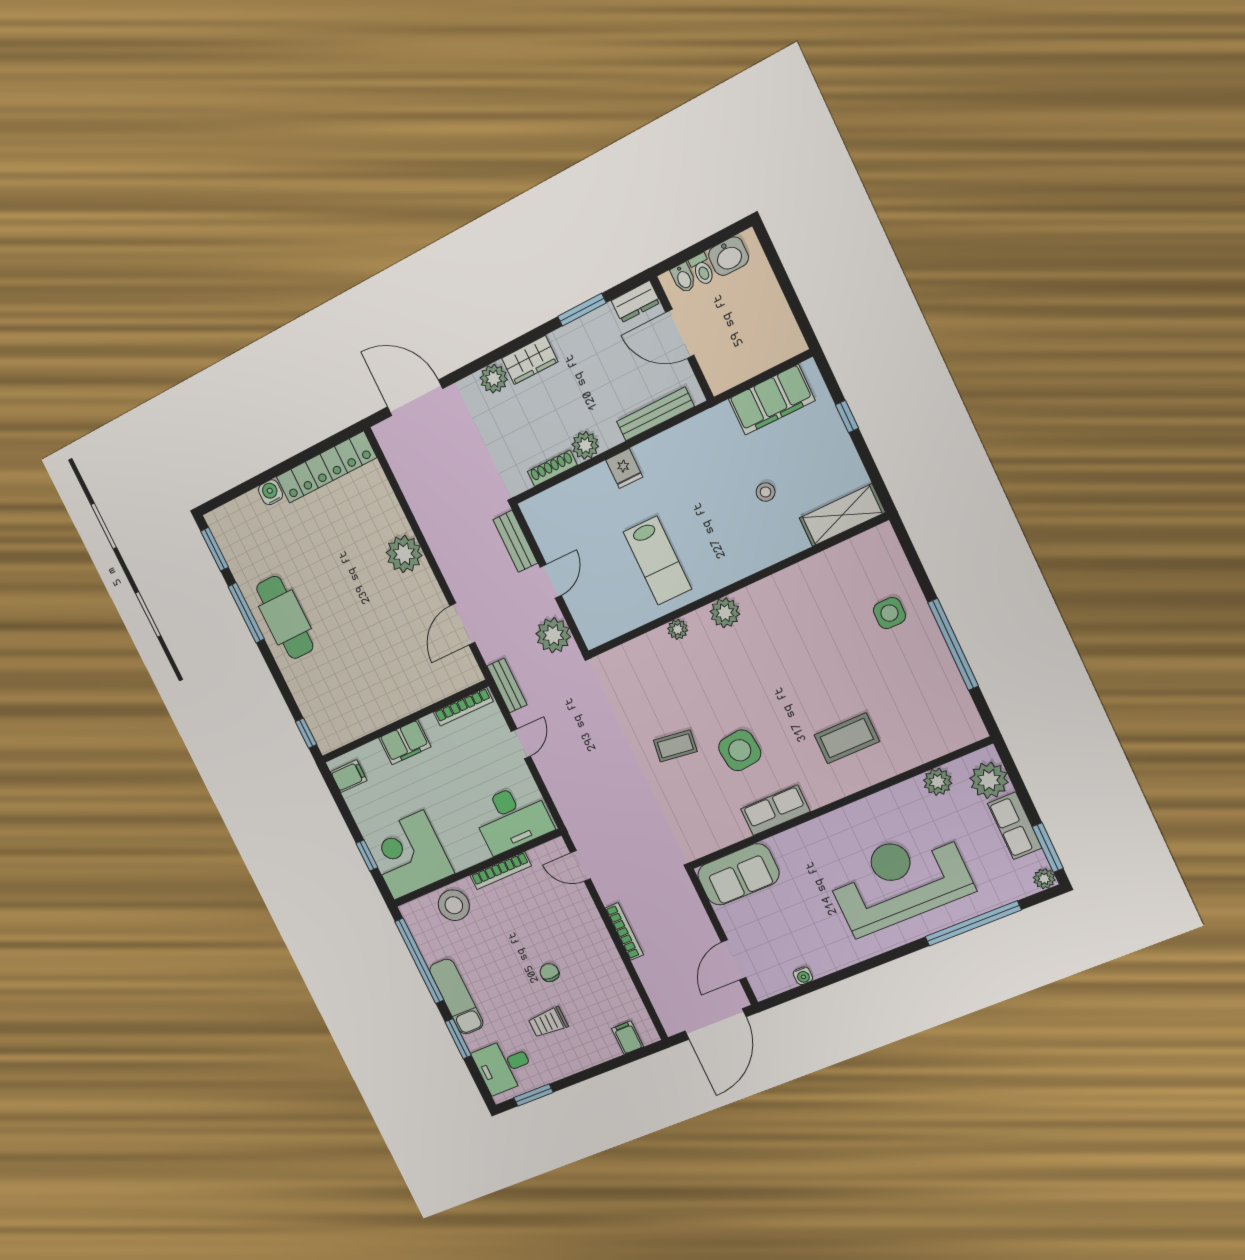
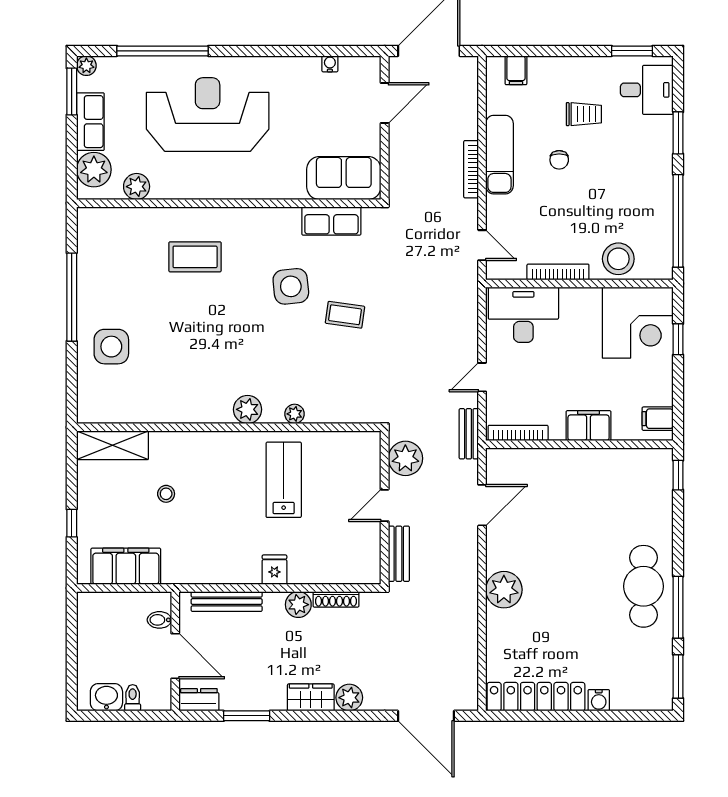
bidet: (683, 278) -> (159, 620), moved, turned -90
side table: (889, 613) -> (111, 347), width x1.37, depth x1.37
row of seats: (775, 810) -> (331, 221), moved
reception desk: (899, 880) -> (208, 115), turned 180
exam couch: (456, 997) -> (499, 155), moved, turned 180

